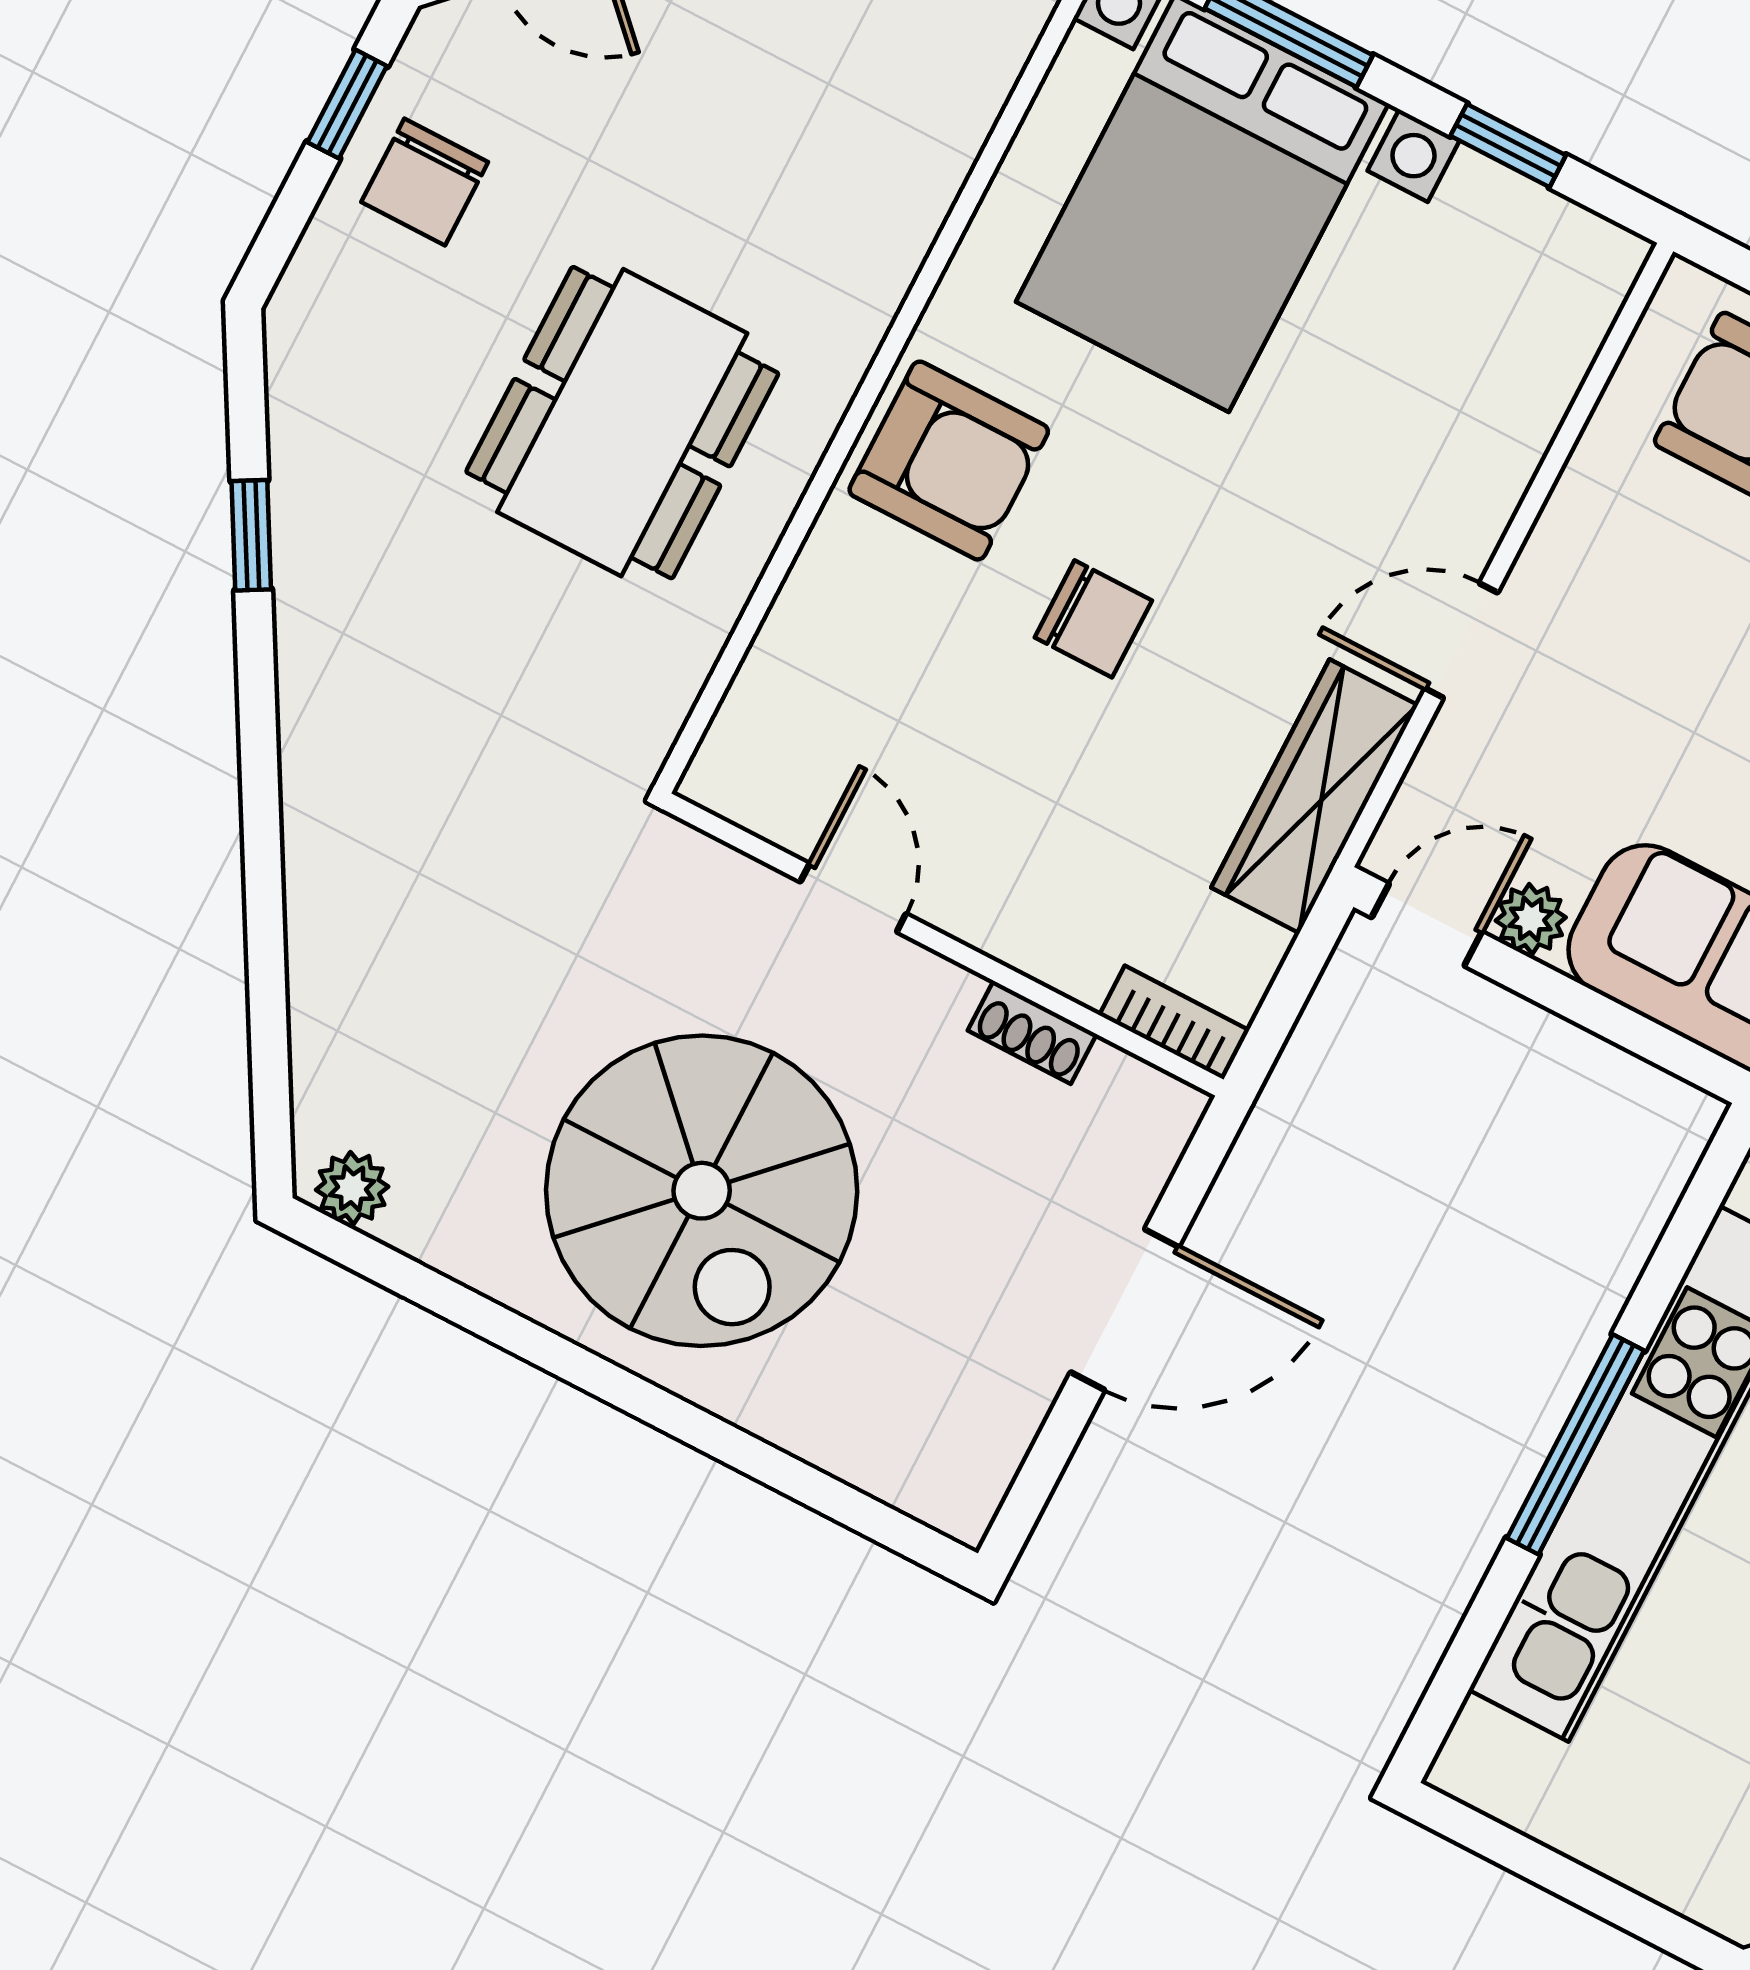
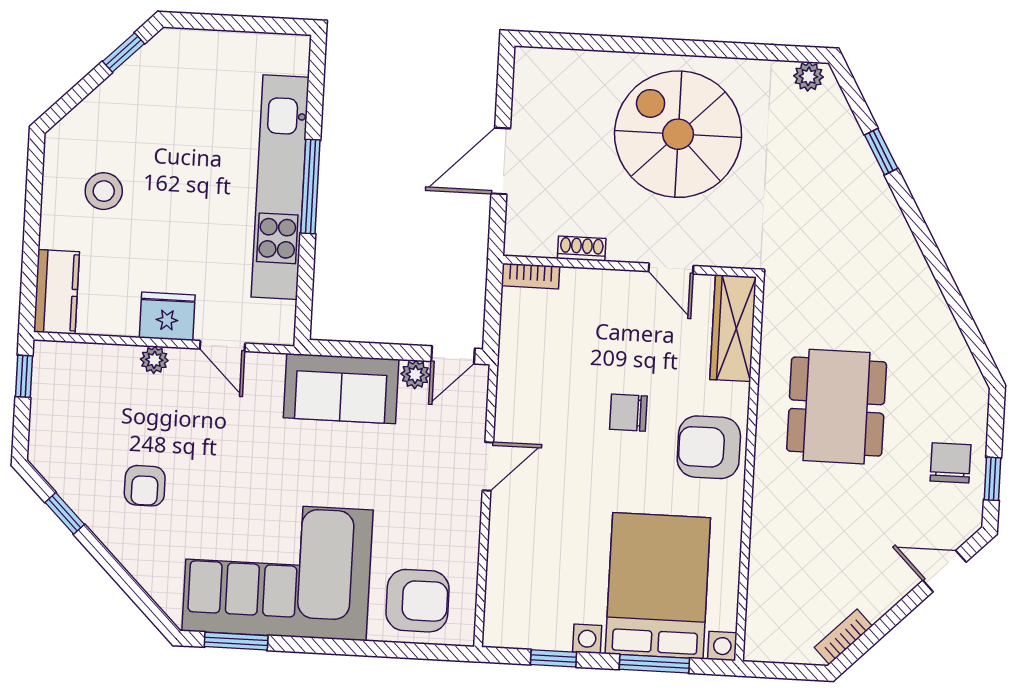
window: (251, 535) -> (881, 152), moved
wardrobe: (1315, 796) -> (733, 328), moved, turned 180

